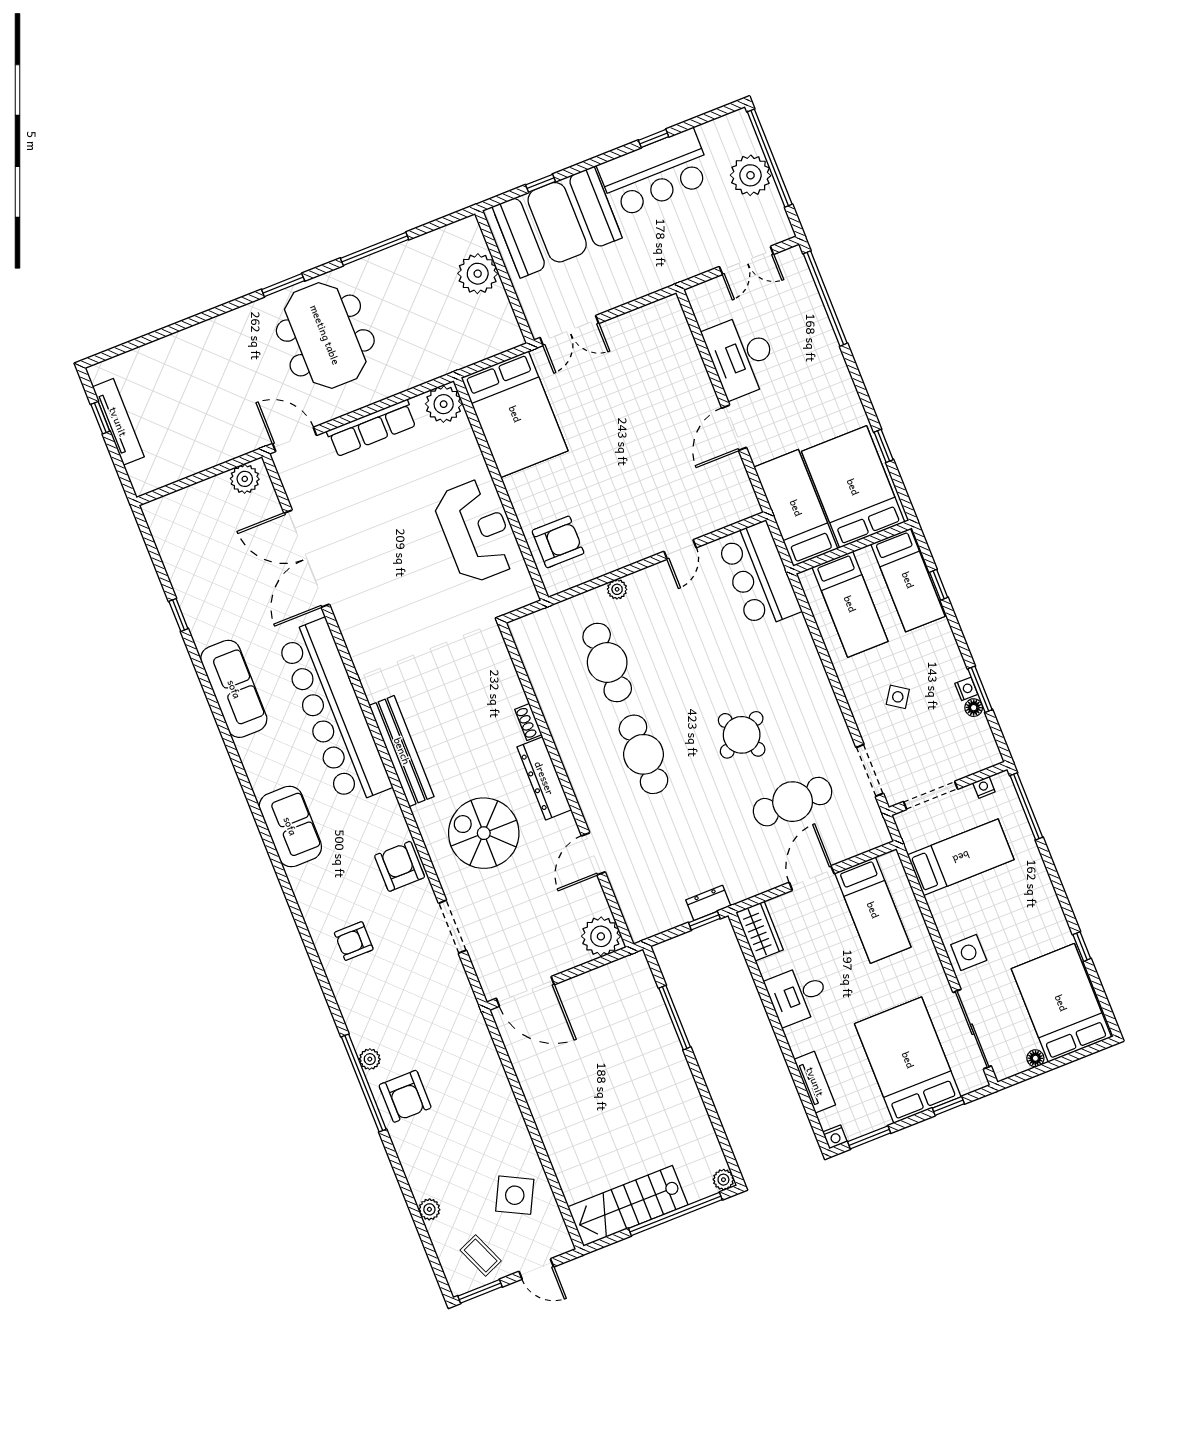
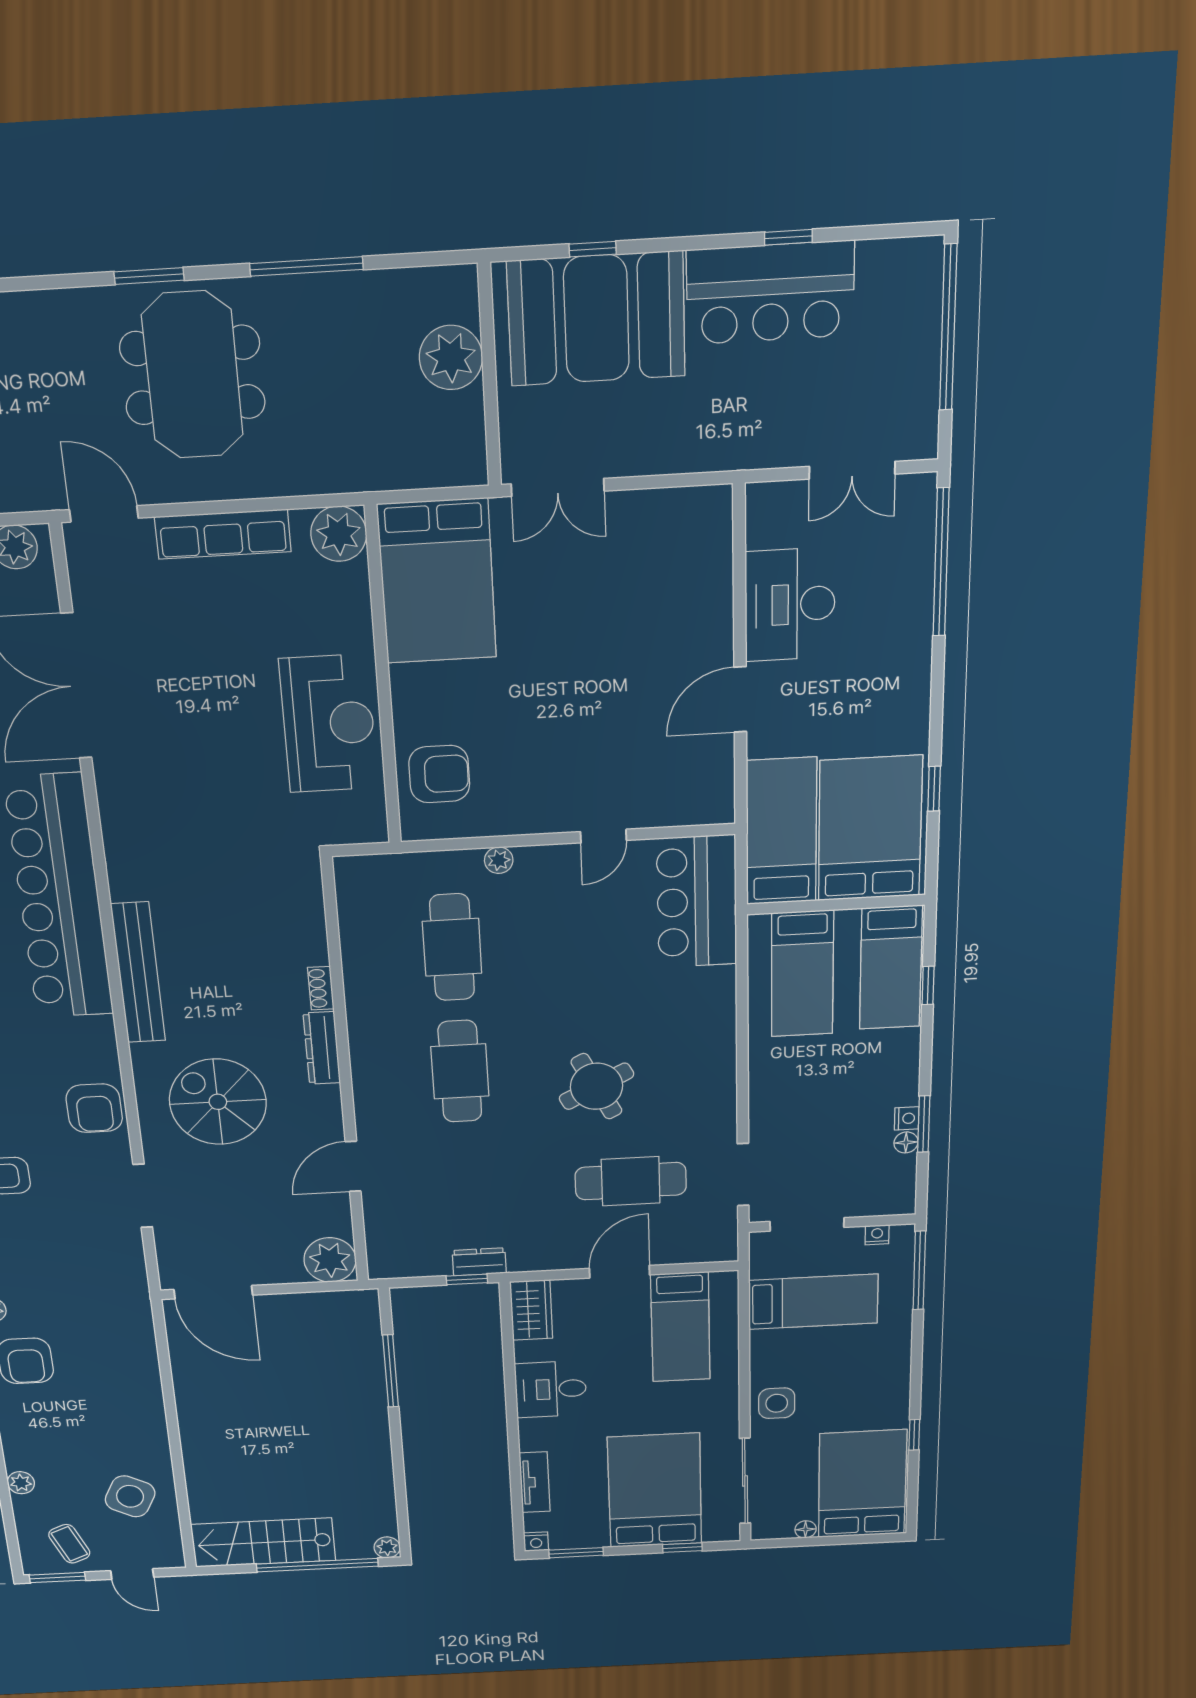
plant: (750, 175) -> (909, 345), removed
side table: (898, 697) -> (816, 1102), removed
dresser: (544, 778) -> (322, 1048), width x0.73, depth x0.80
armchair: (400, 866) -> (94, 1108), turned 180

